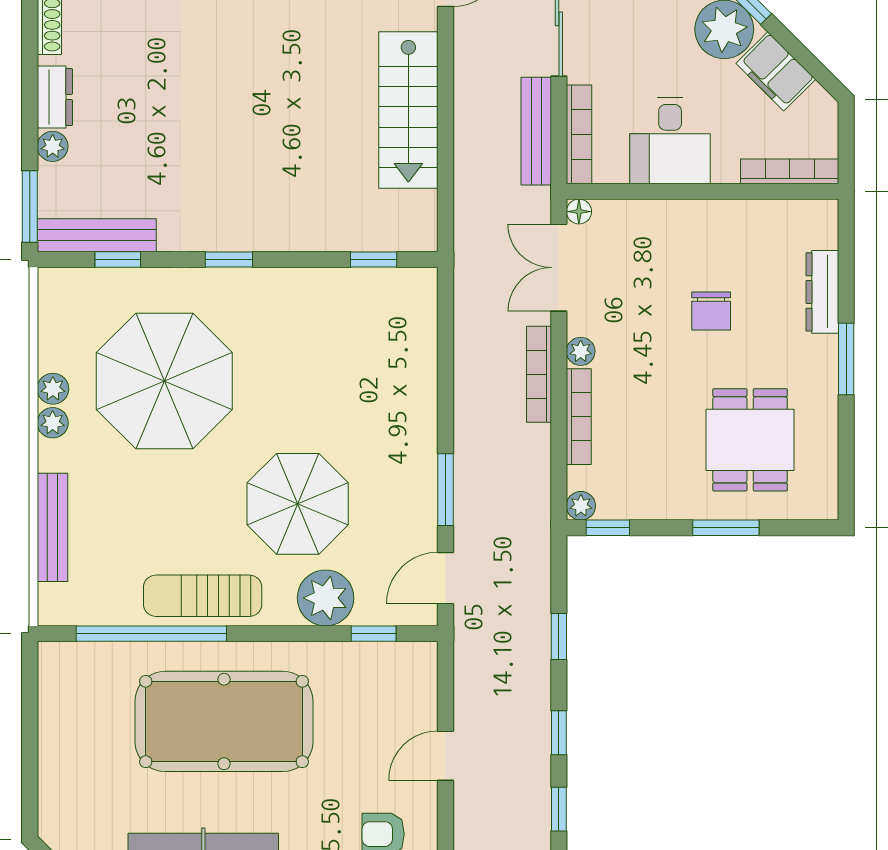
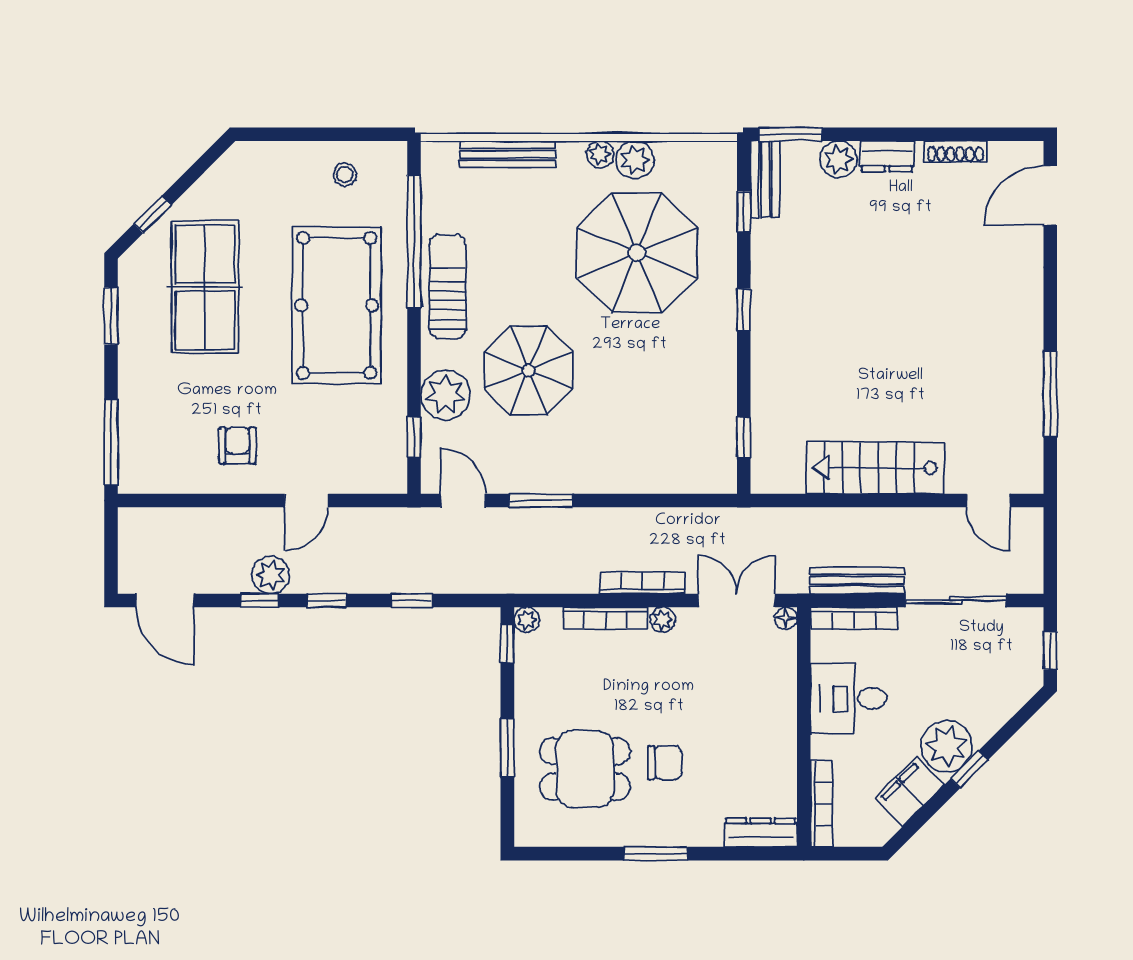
plant: (53, 146) -> (838, 159), width x1.38, depth x1.38
bench: (97, 235) -> (765, 179), width x0.73
dresser: (822, 292) -> (761, 833), moved
chair: (711, 311) -> (665, 763), moved, turned 180
plant: (53, 389) -> (635, 160), width x1.38, depth x1.38
stool: (76, 712) -> (345, 175), added
door: (445, 756) -> (306, 501), swing flipped
plant: (530, 796) -> (271, 575), added

